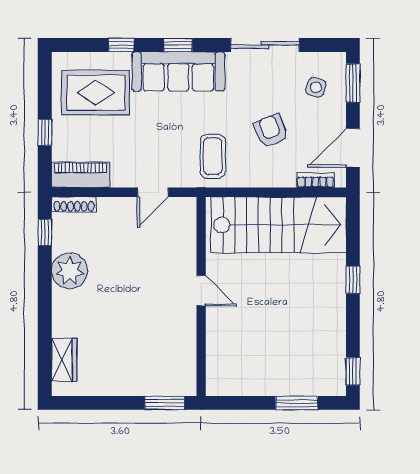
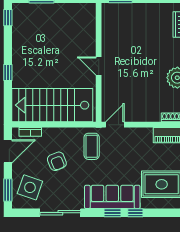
window: (121, 45) -> (135, 213), moved
side table: (316, 87) -> (30, 187), width x1.87, depth x1.87
door: (153, 192) -> (115, 125), moved

